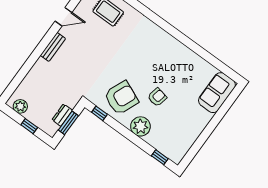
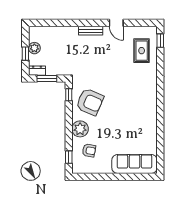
sofa: (217, 93) -> (134, 164), width x1.36
armchair: (157, 97) -> (89, 150), moved
plant: (20, 106) -> (34, 48), moved
dresser: (62, 115) -> (37, 71), moved

